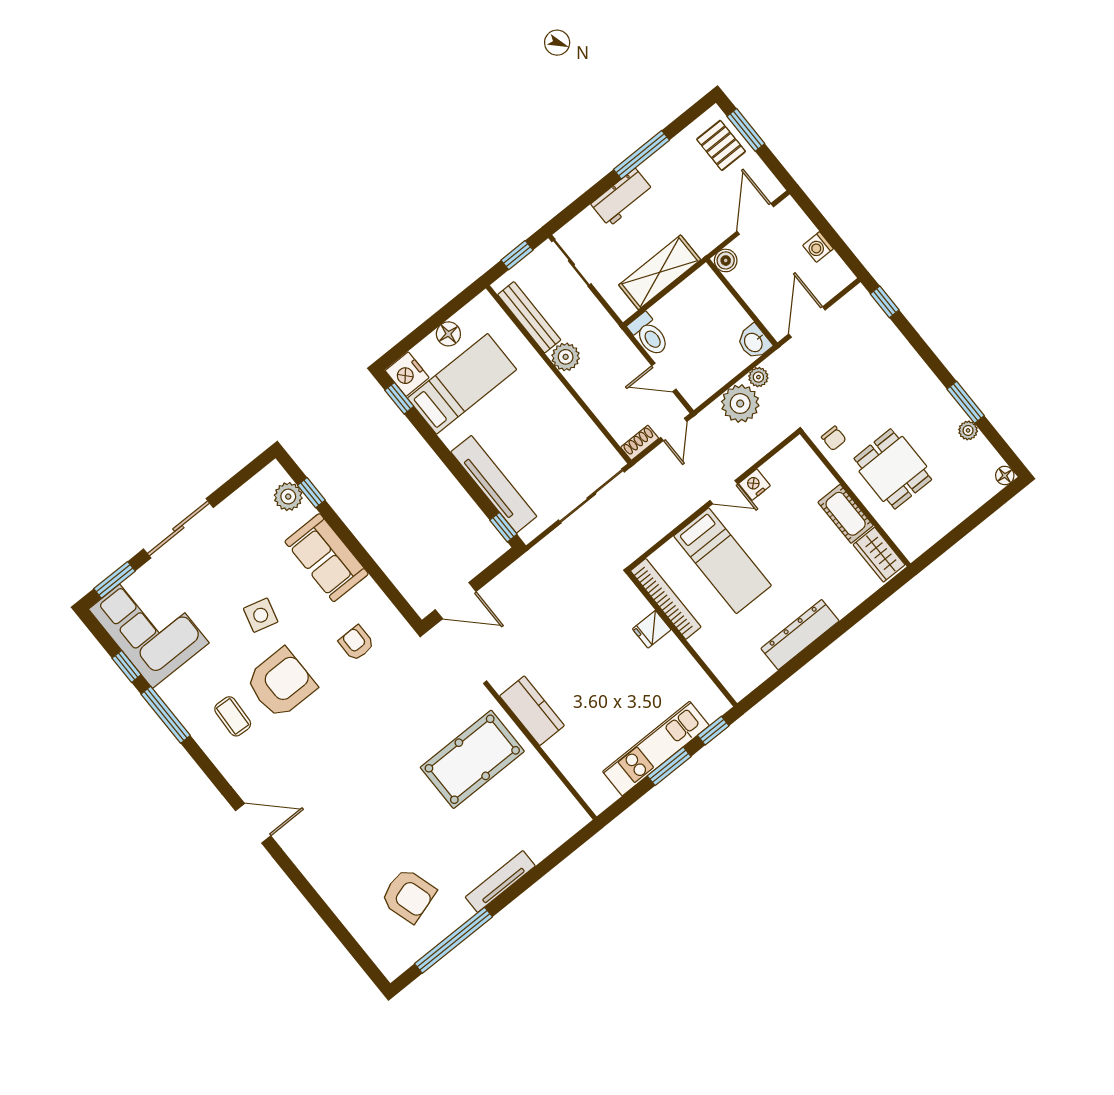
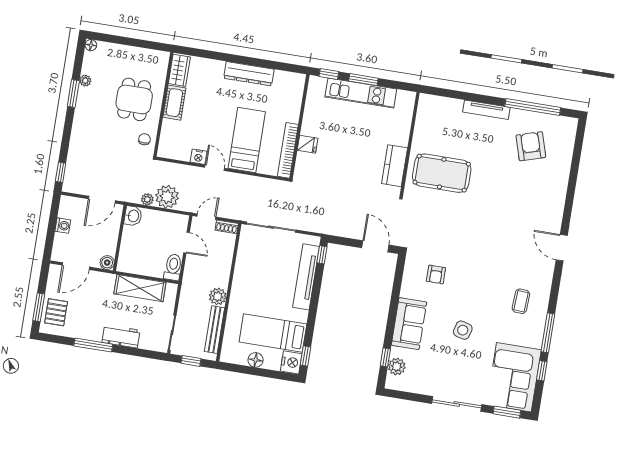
armchair: (281, 683) -> (486, 293), removed

